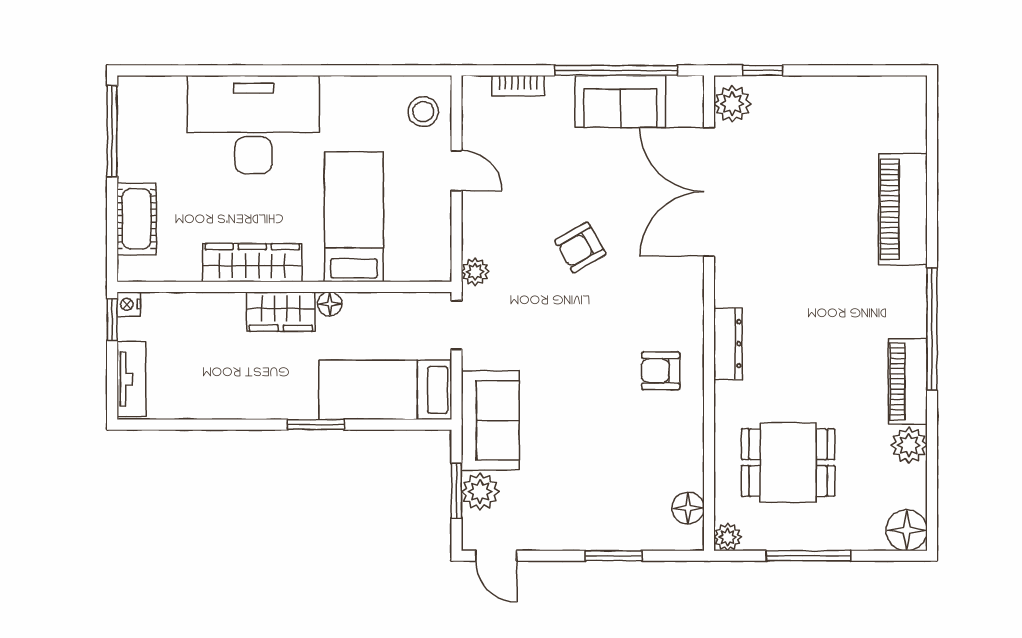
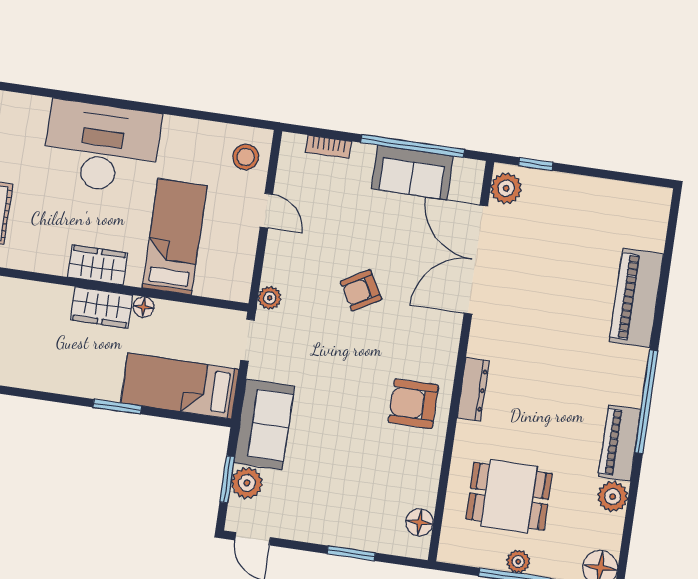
wardrobe: (252, 263) -> (98, 265), width x0.67
armchair: (661, 371) -> (413, 404), width x1.38, depth x1.38
plant: (728, 537) -> (518, 562), moved

